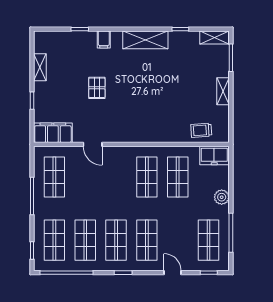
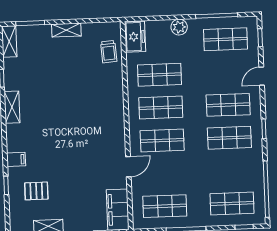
shelving: (145, 40) -> (12, 107), width x0.67, depth x0.75
pallet: (97, 88) -> (36, 191), moved
shop shelf: (85, 240) -> (162, 140), moved

